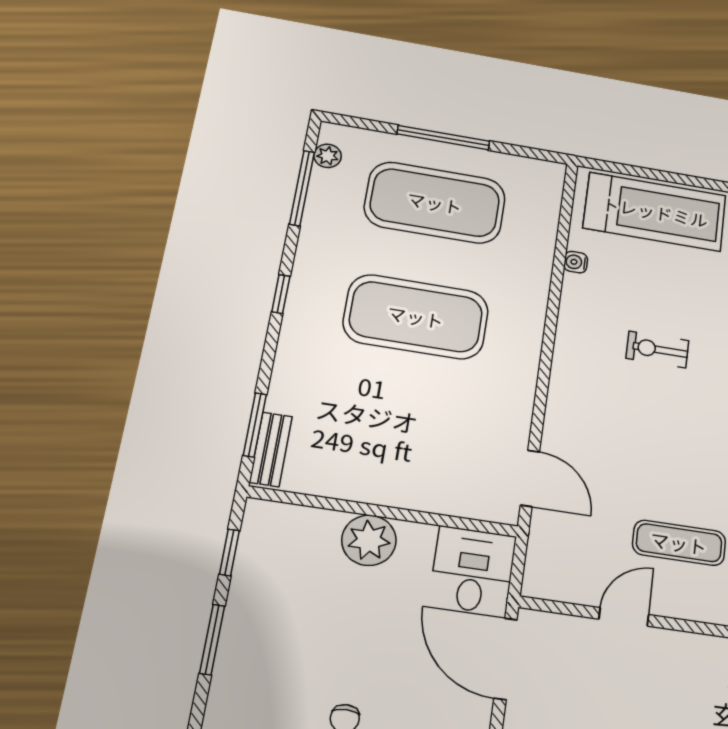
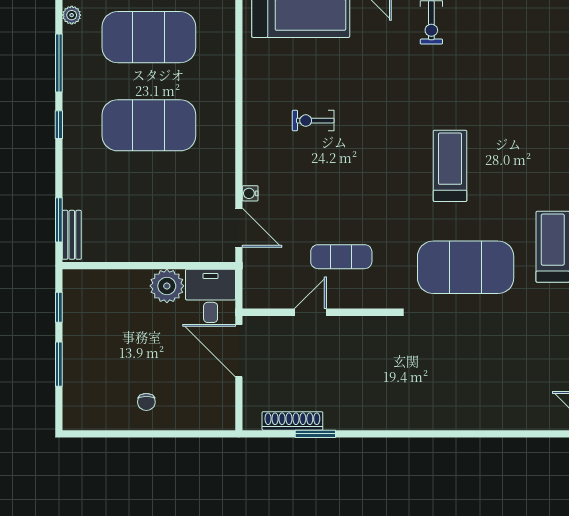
window: (302, 188) -> (59, 63), moved
water cooler: (576, 262) -> (250, 193), moved
plant: (369, 540) -> (167, 286), moved

